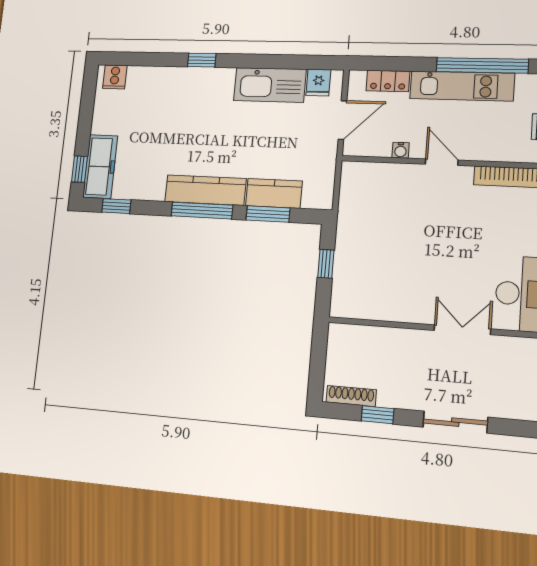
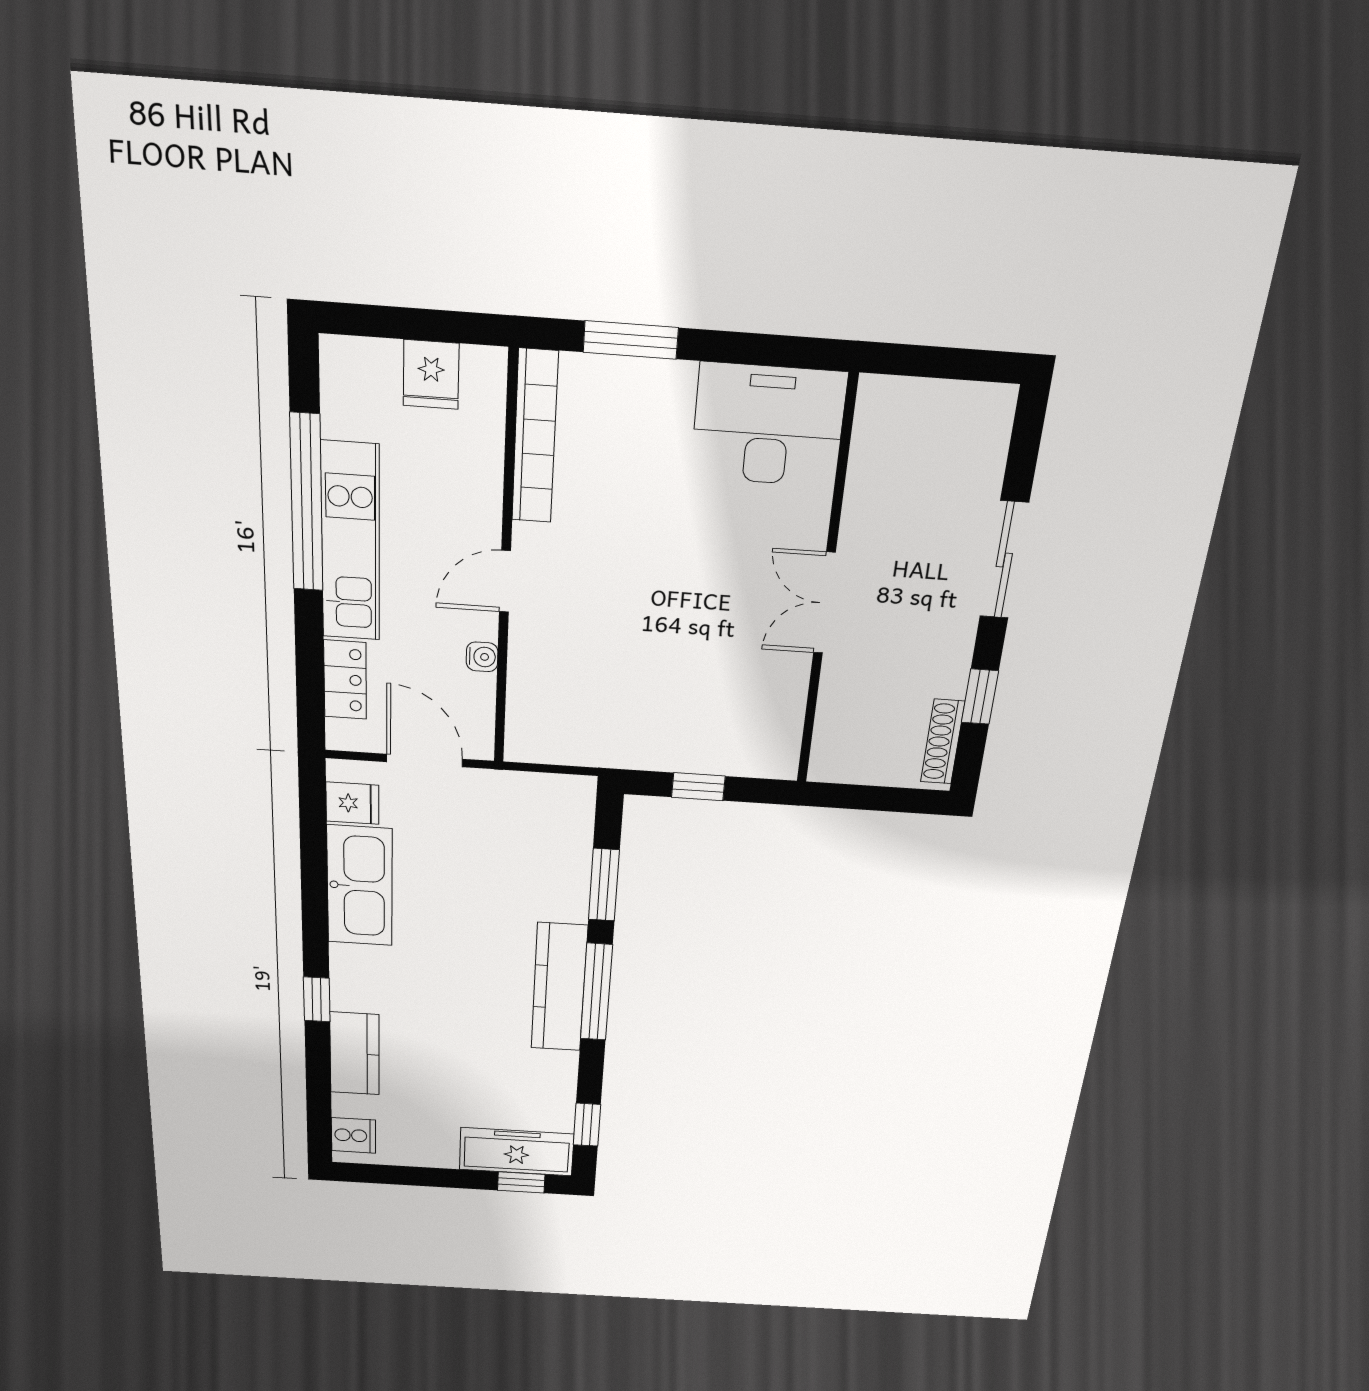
kitchen counter: (274, 193) -> (355, 1054), moved, turned 180
double door: (462, 330) -> (824, 603), moved

